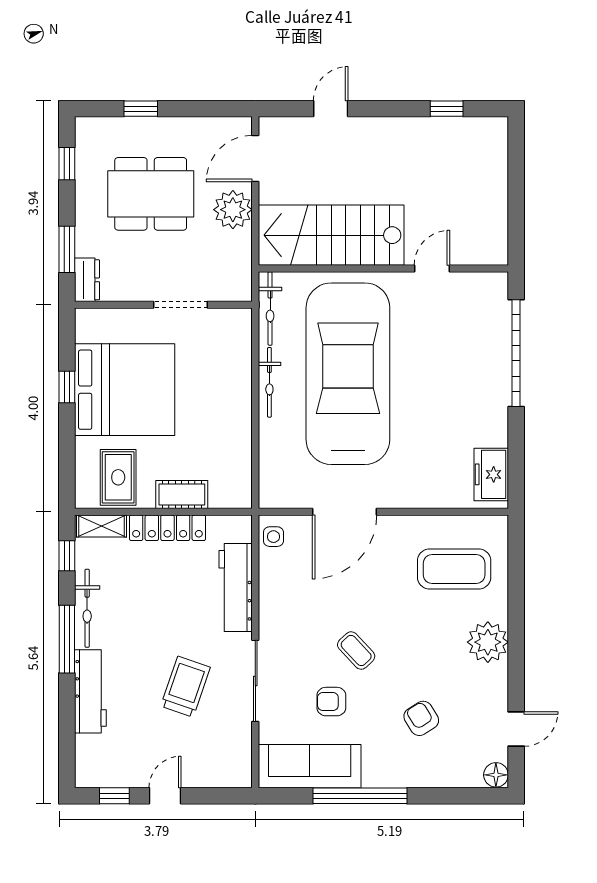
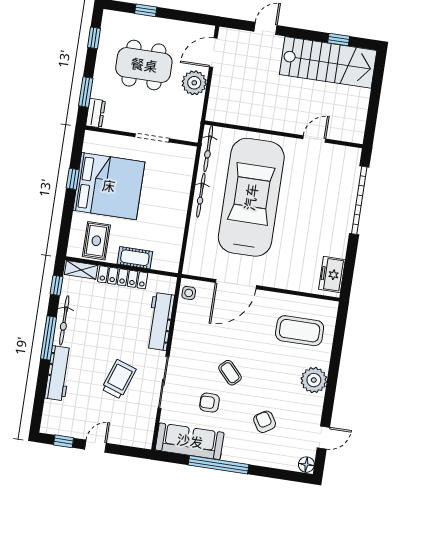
stairs: (331, 235) -> (328, 62), moved, turned 180

